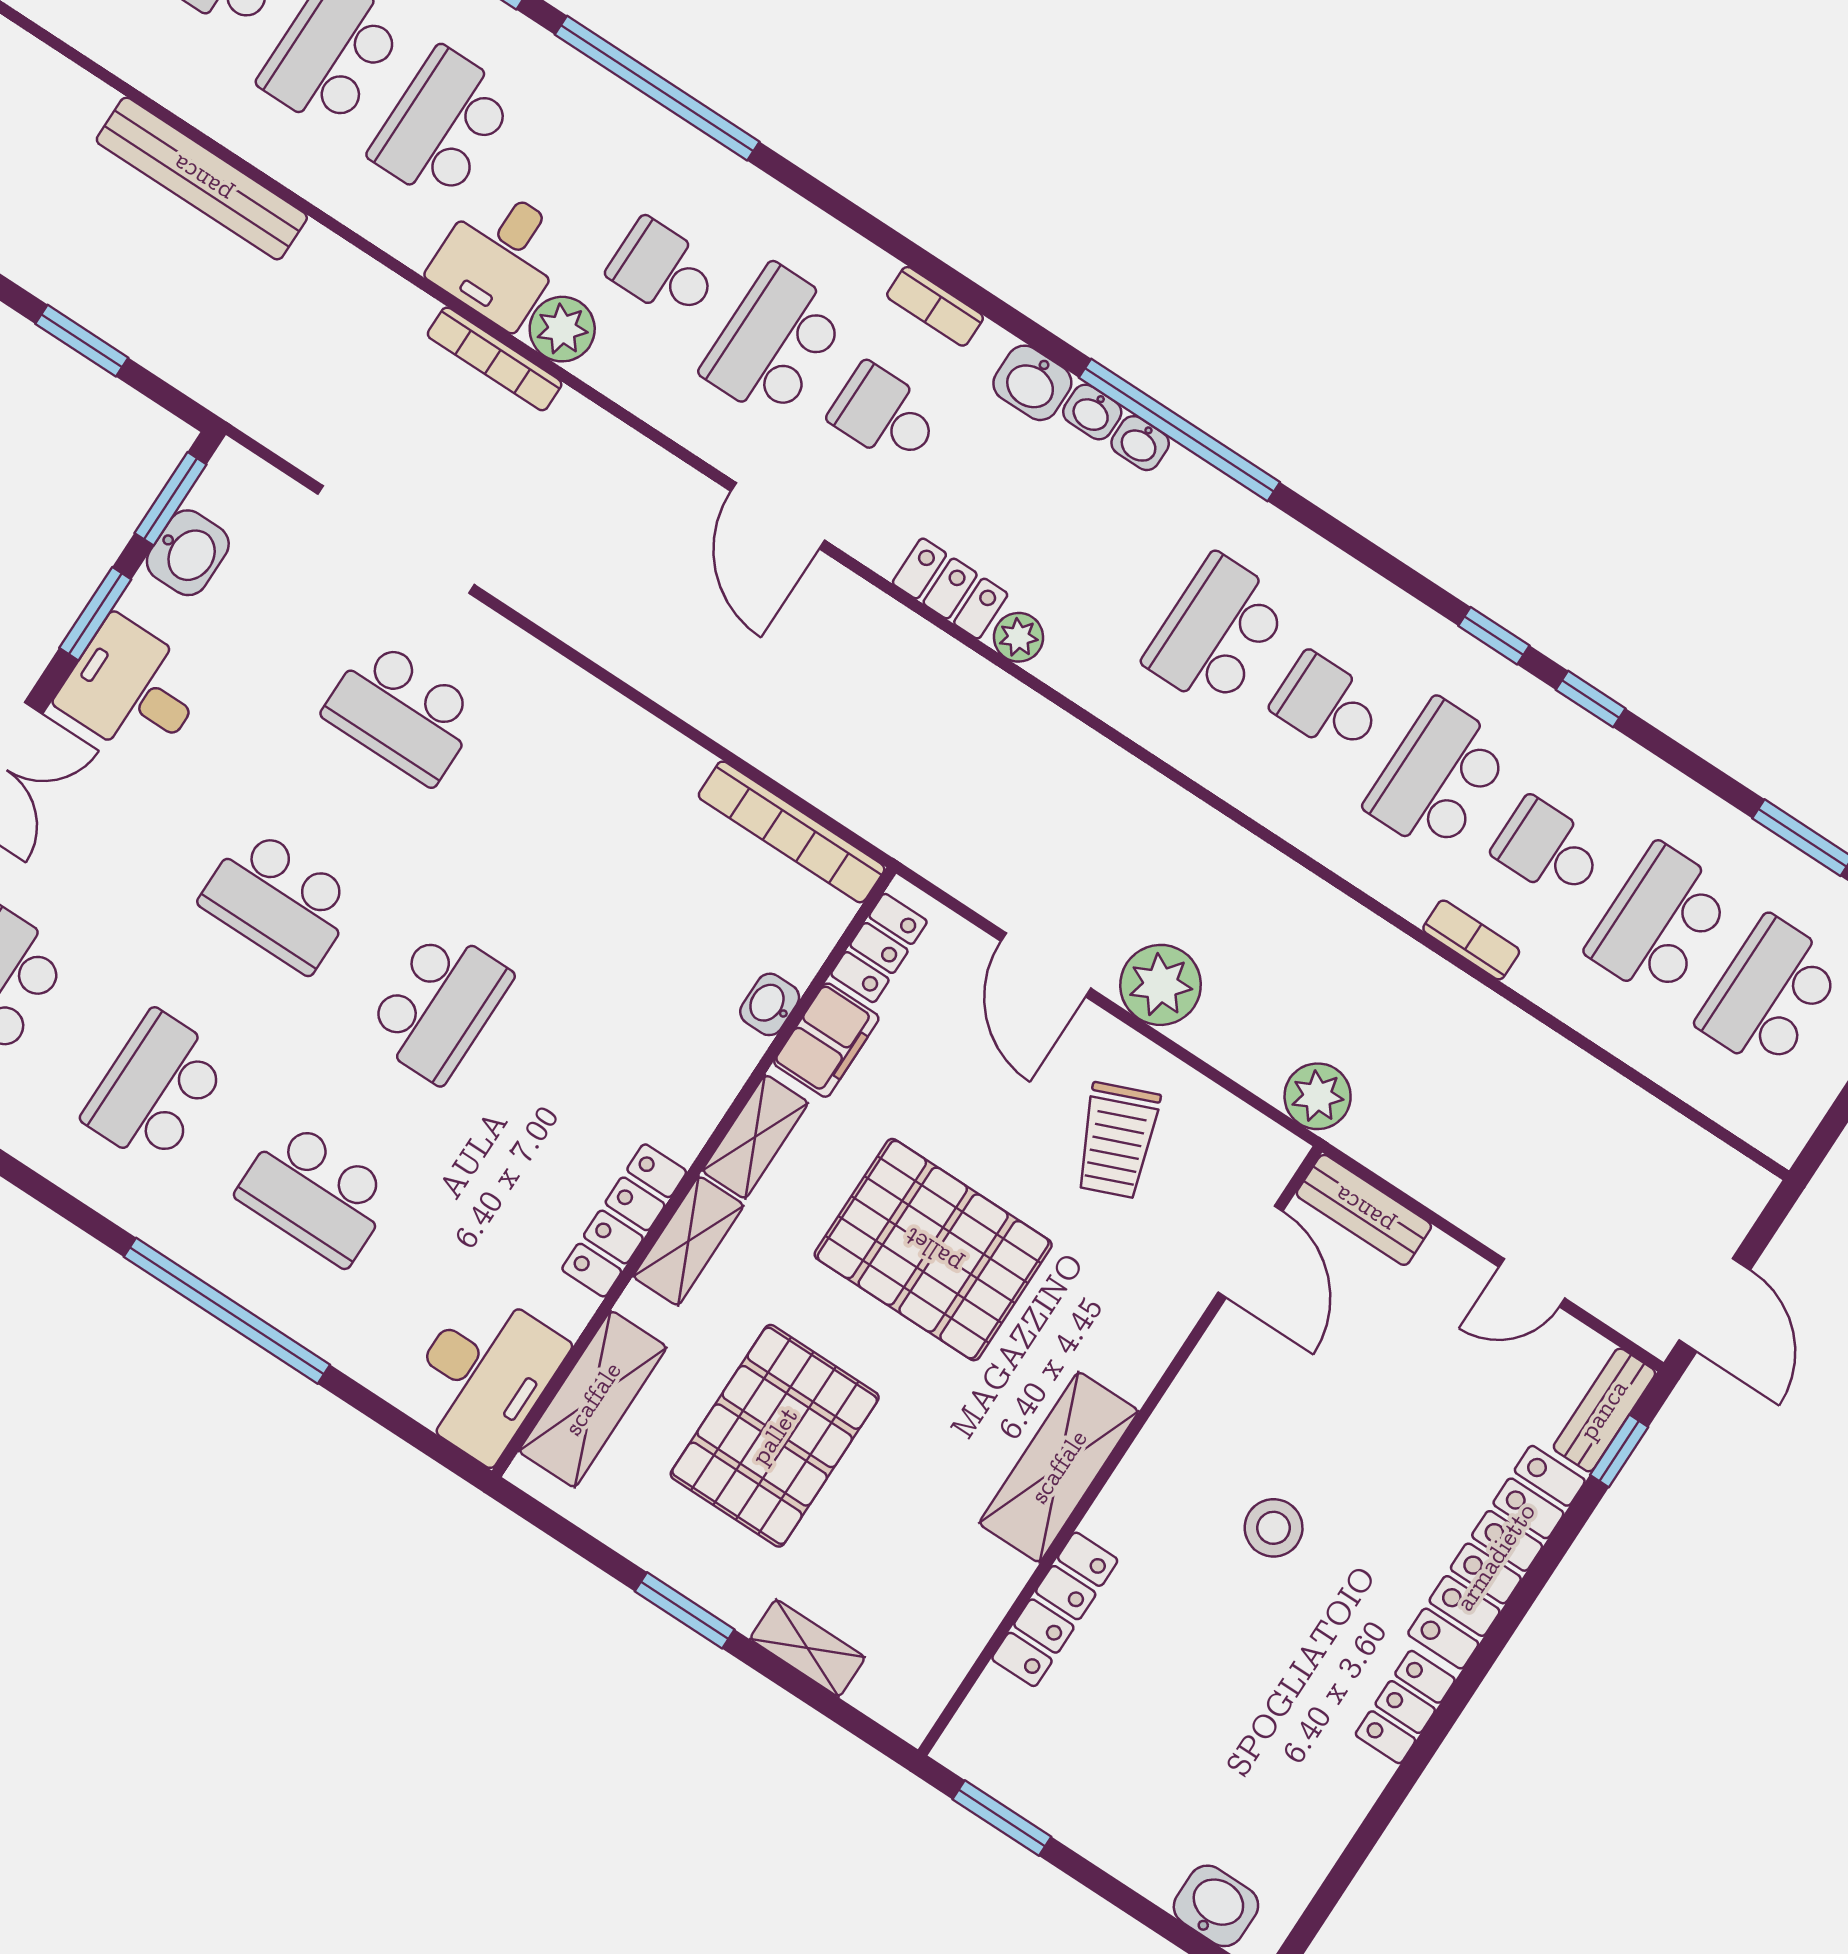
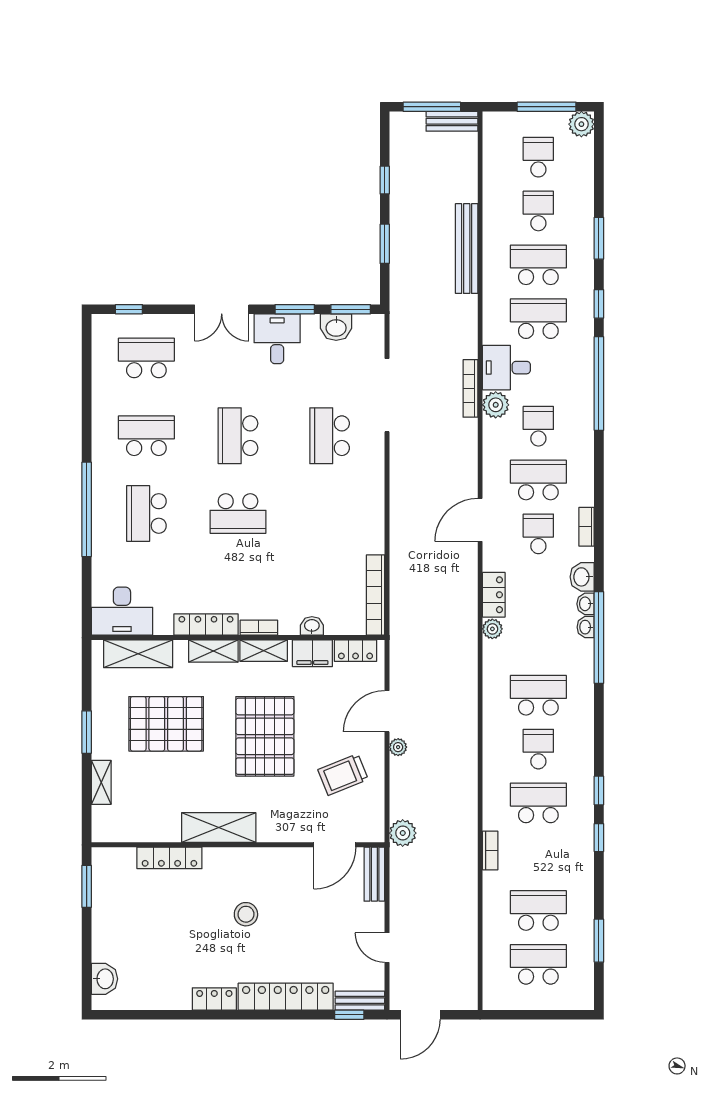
school desk: (1549, 849) -> (538, 857), removed
plant: (1161, 985) -> (398, 747), width x0.53, depth x0.53
bookcase: (702, 1116) -> (259, 628), added

